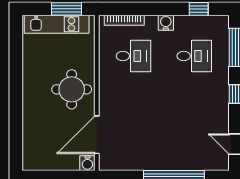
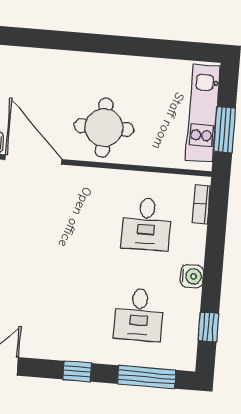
bookcase: (124, 20) -> (201, 204), width x0.64

